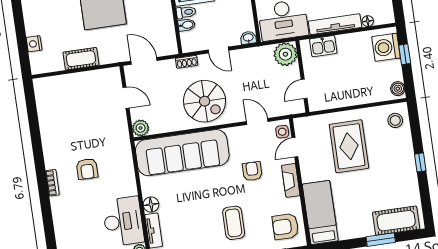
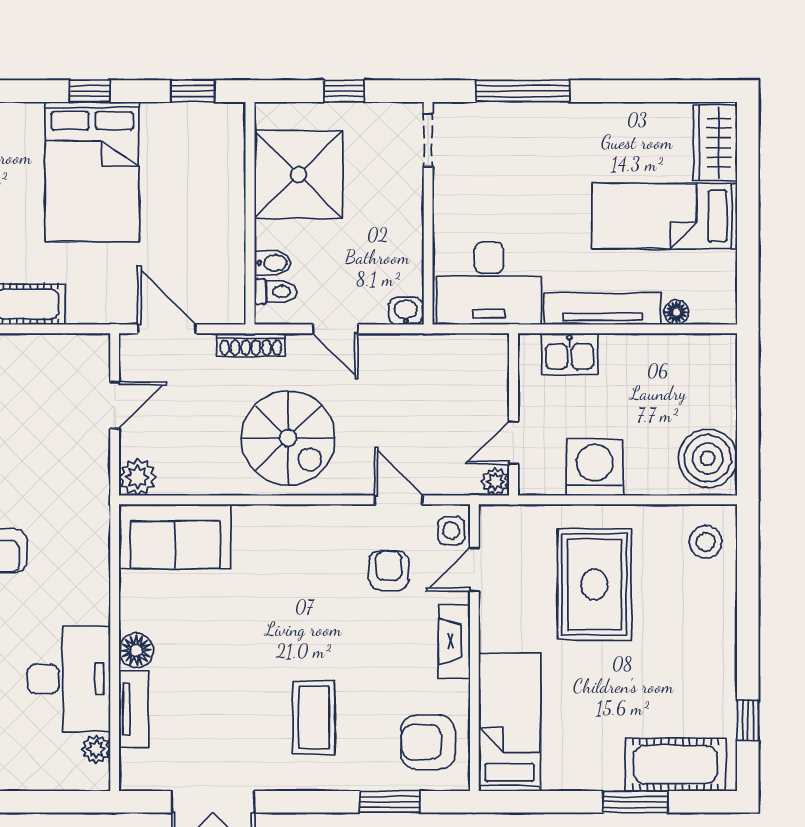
toilet: (186, 12) -> (276, 291), moved
washing machine: (386, 47) -> (595, 467), moved, turned 90
plant: (285, 54) -> (495, 482), moved, width x0.53, depth x0.53
window: (405, 54) -> (748, 398), removed
shoe rack: (187, 62) -> (251, 345), width x1.43
boiler: (398, 89) -> (708, 458), width x1.86, depth x1.86
door: (126, 98) -> (115, 405), hinge flipped
sofa: (182, 153) -> (175, 536), width x0.54, depth x0.79
window: (420, 162) -> (748, 720), moved
armchair: (252, 171) -> (389, 571), moved

